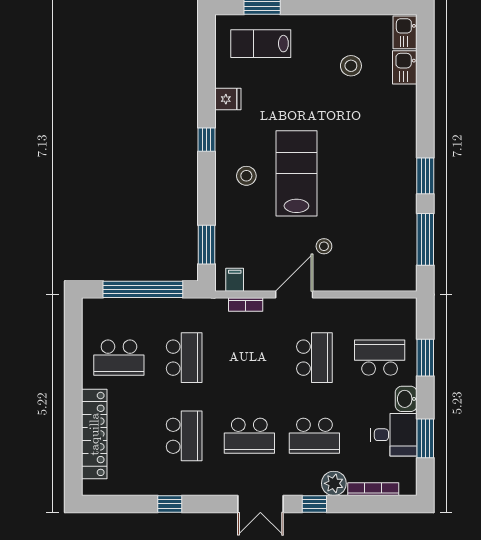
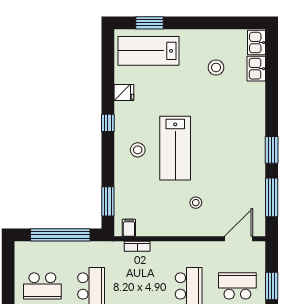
lab bench: (261, 44) -> (149, 51), width x1.36, depth x1.39
lab bench: (296, 173) -> (175, 148), turned 180
door: (294, 295) -> (238, 239), moved

